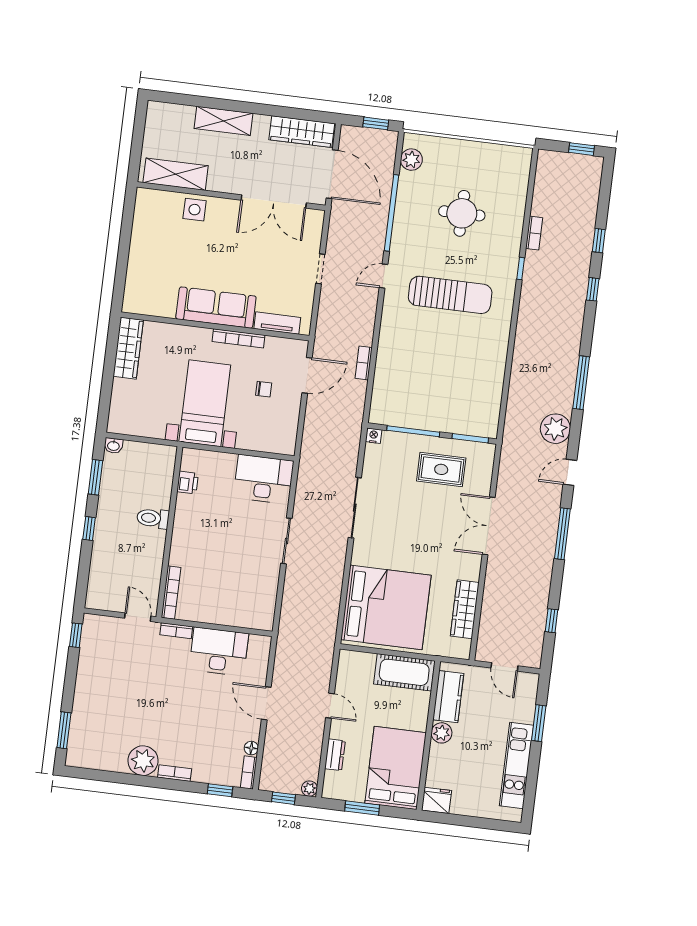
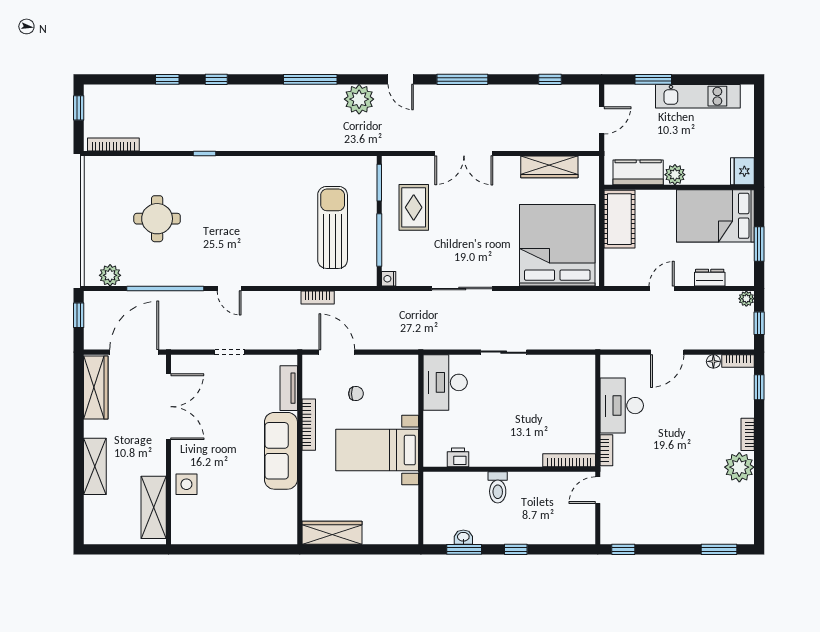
bookcase: (534, 233) -> (113, 145), moved, width x1.56
sun lounger: (450, 295) -> (333, 227), moved
chair: (264, 389) -> (356, 394), turned 90
washbasin: (113, 446) -> (463, 537), moved, turned -90

